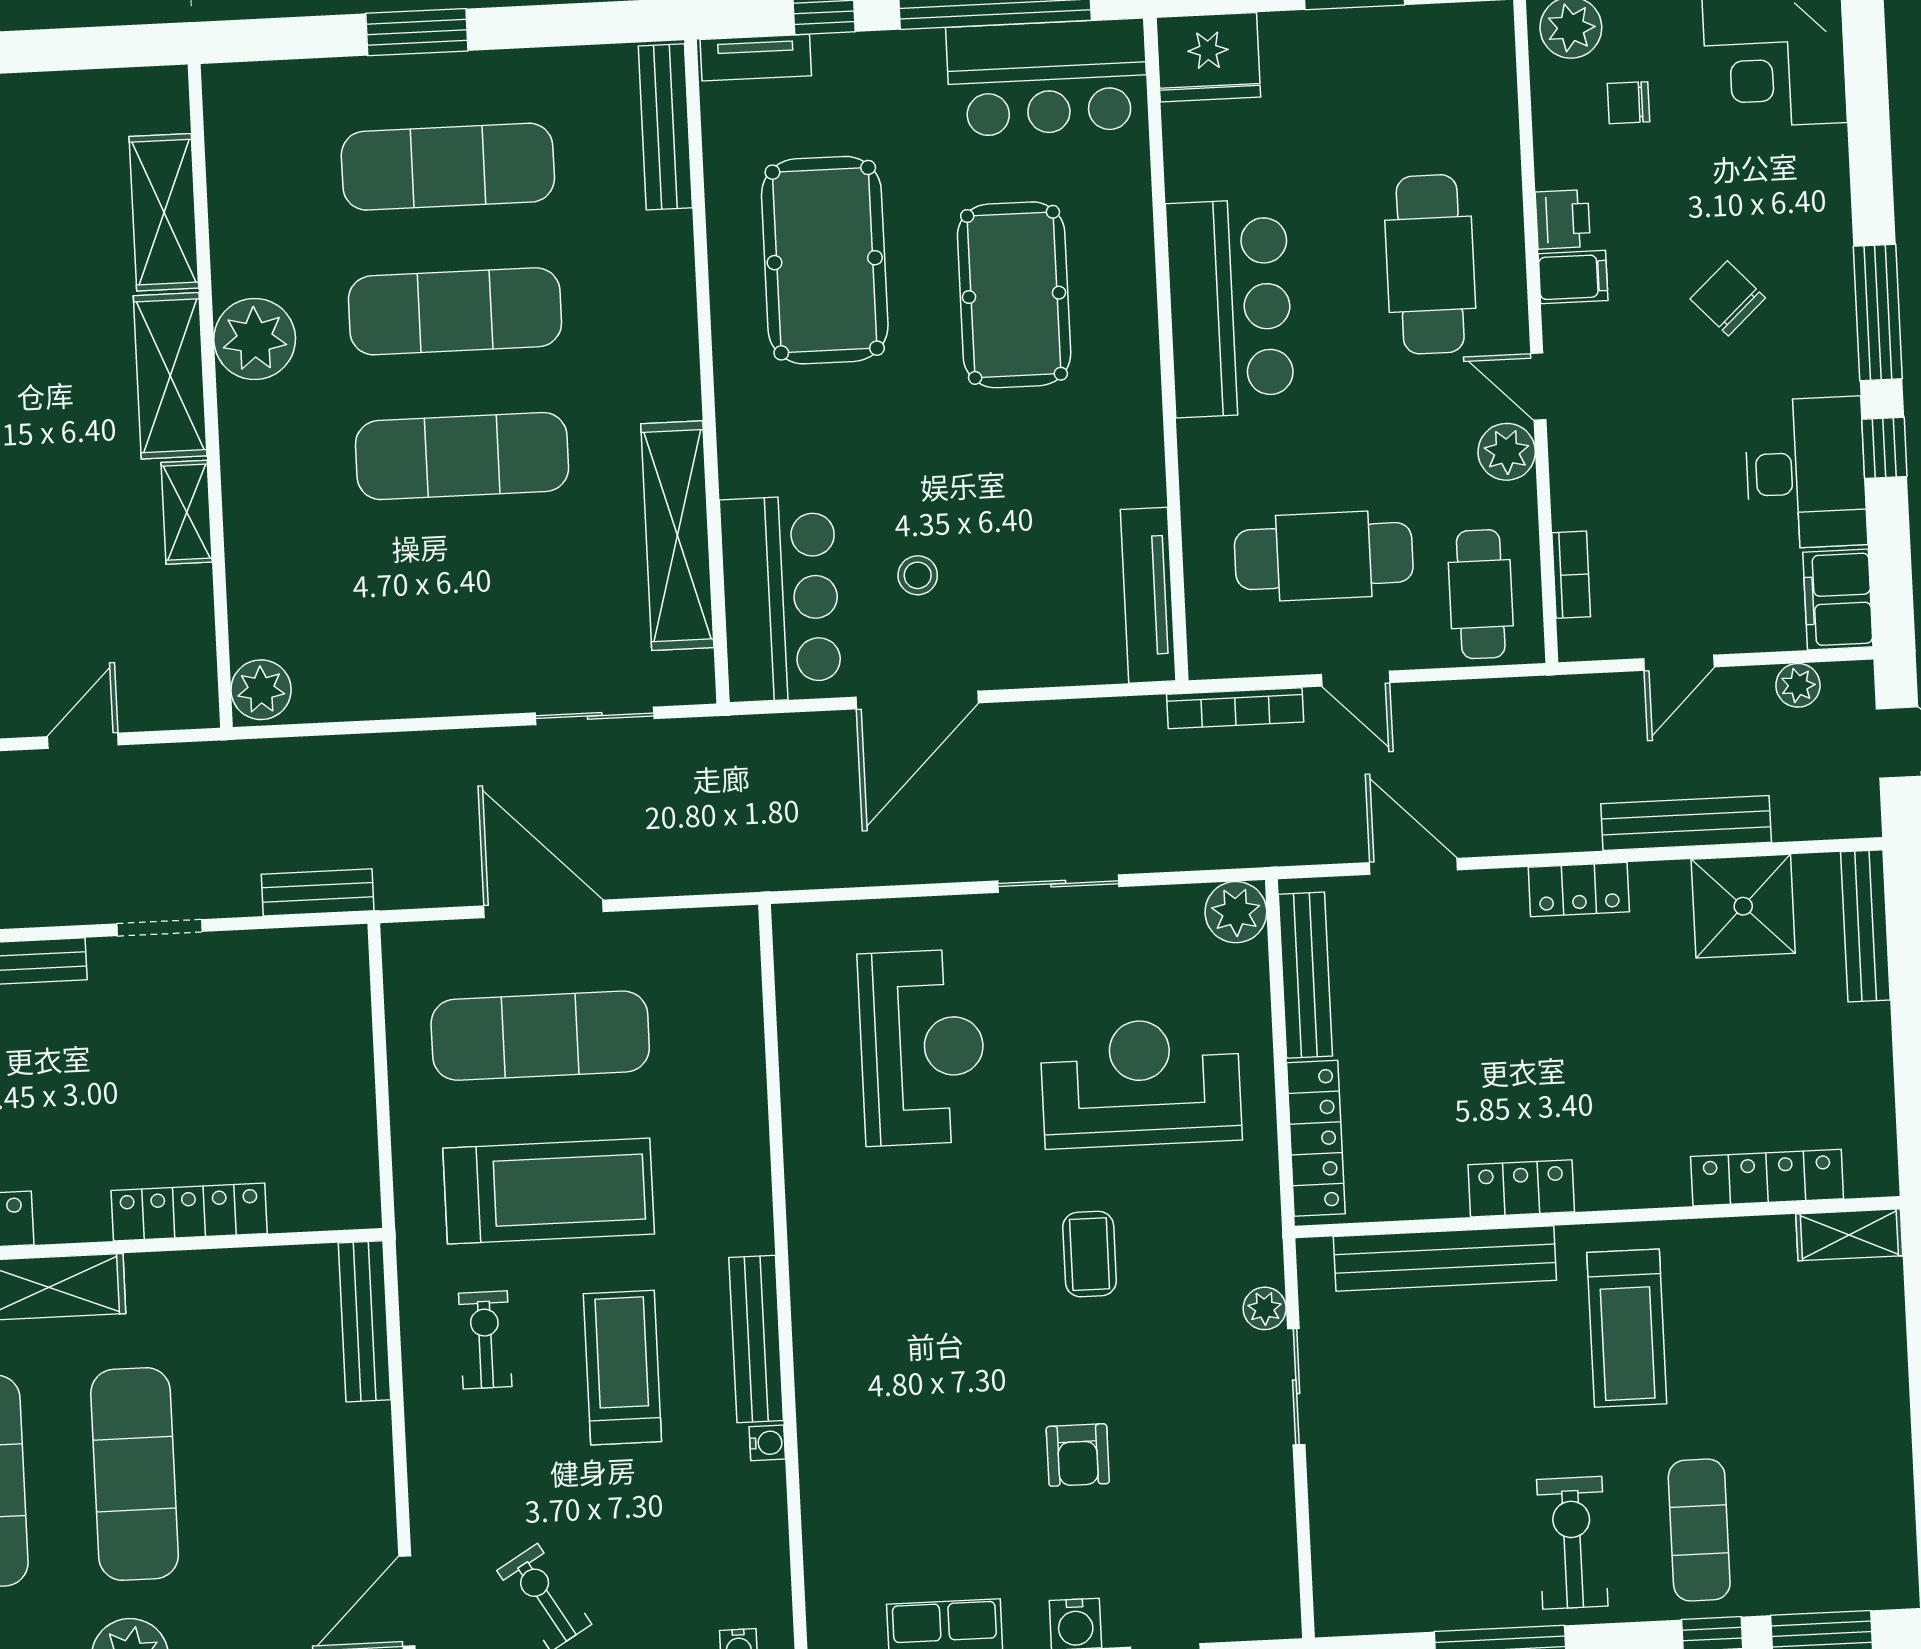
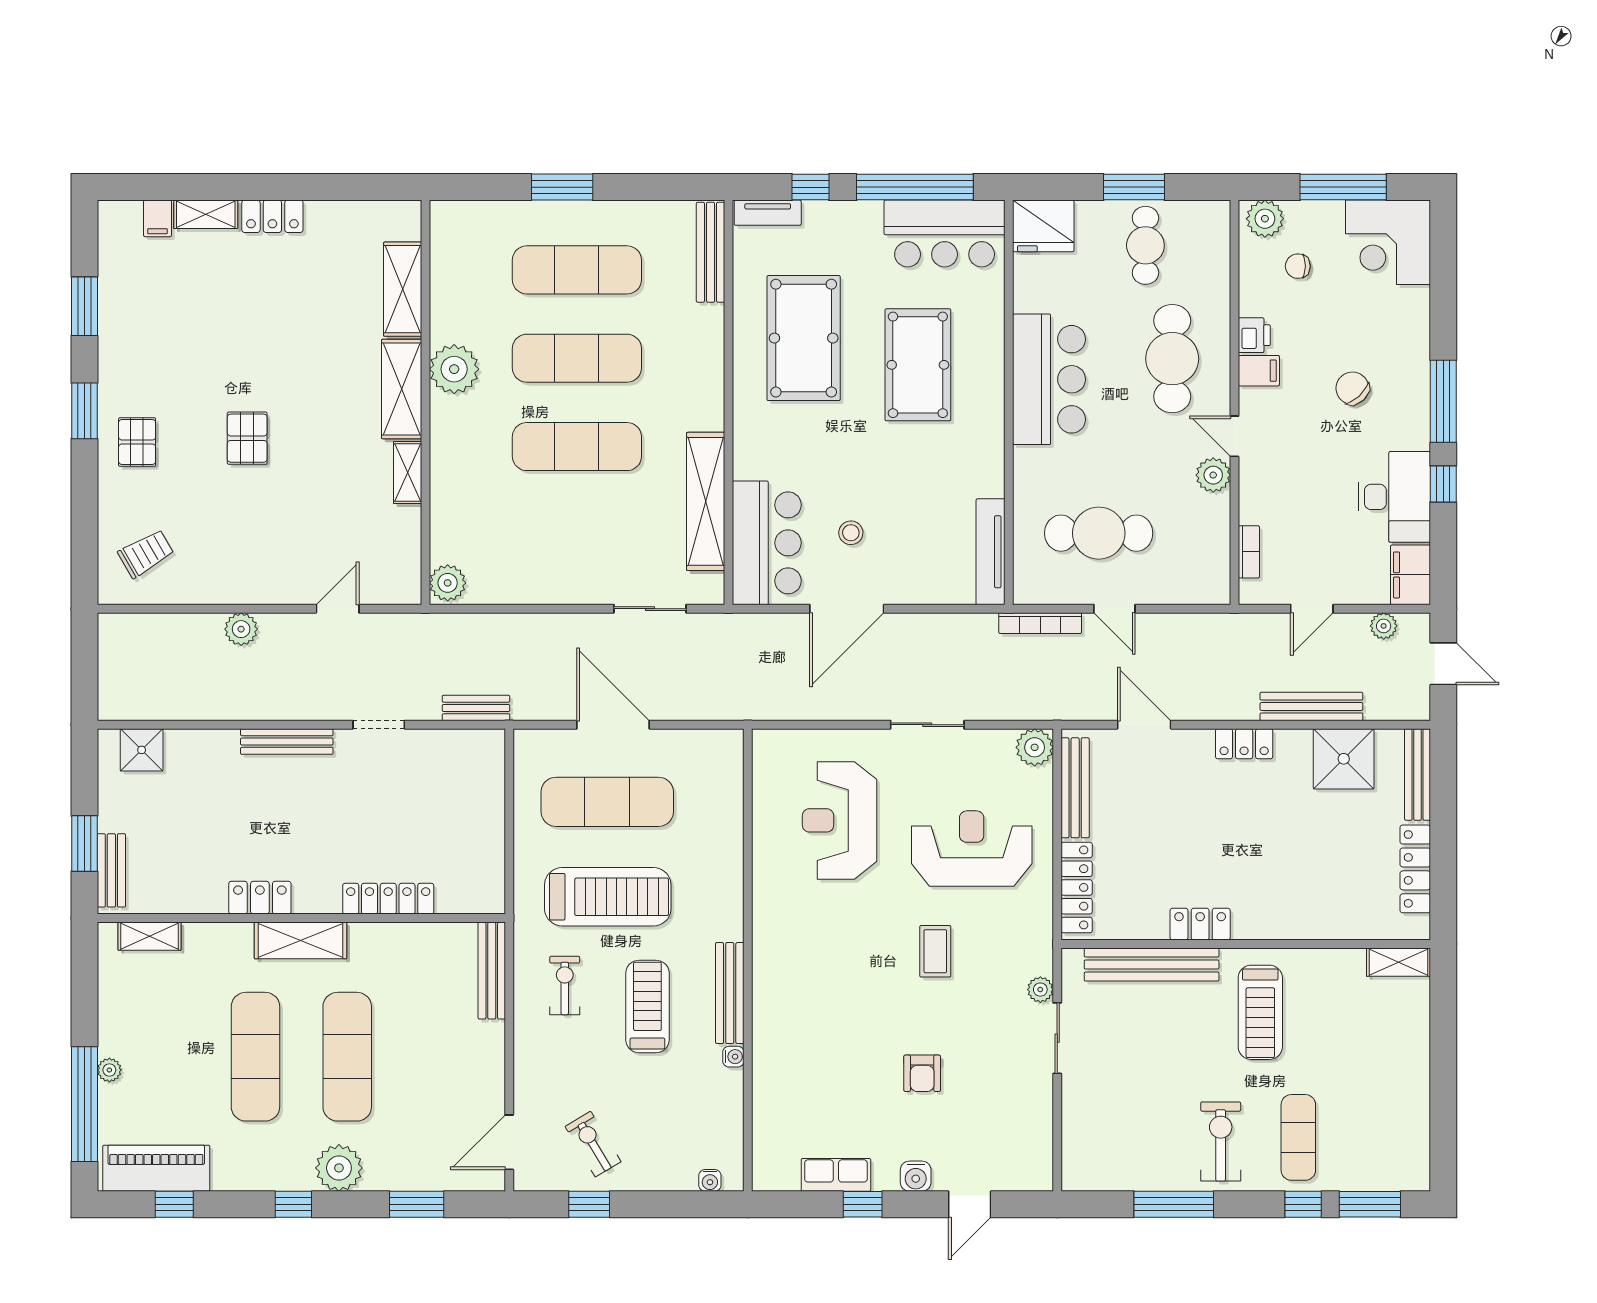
cafe table: (1481, 594) -> (1145, 245), moved
reception desk: (922, 1047) -> (840, 820), turned 180
locker: (1767, 1178) -> (1415, 869), moved, turned -90

